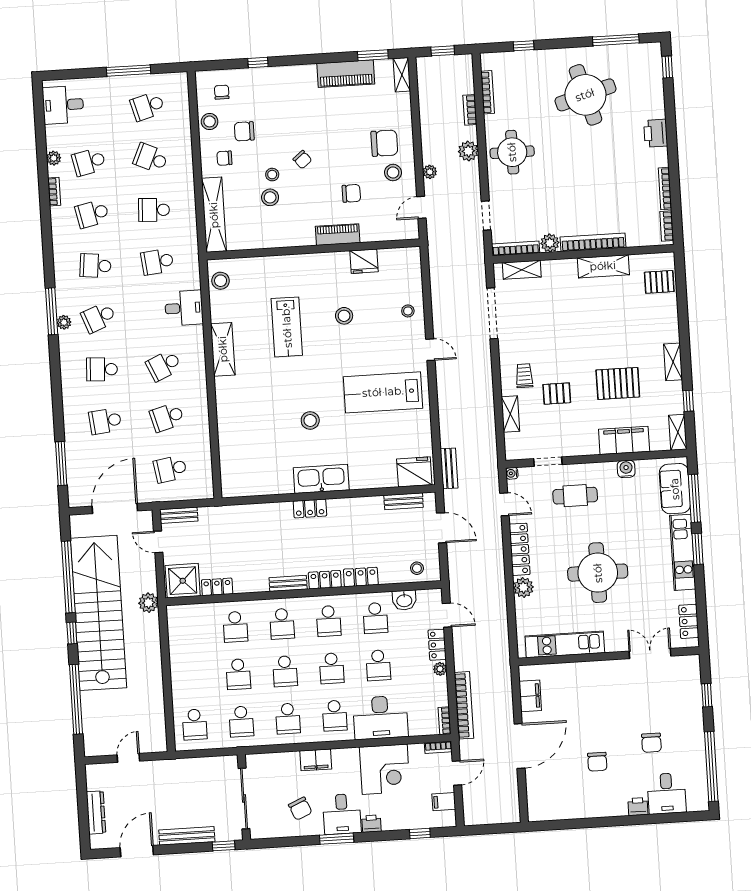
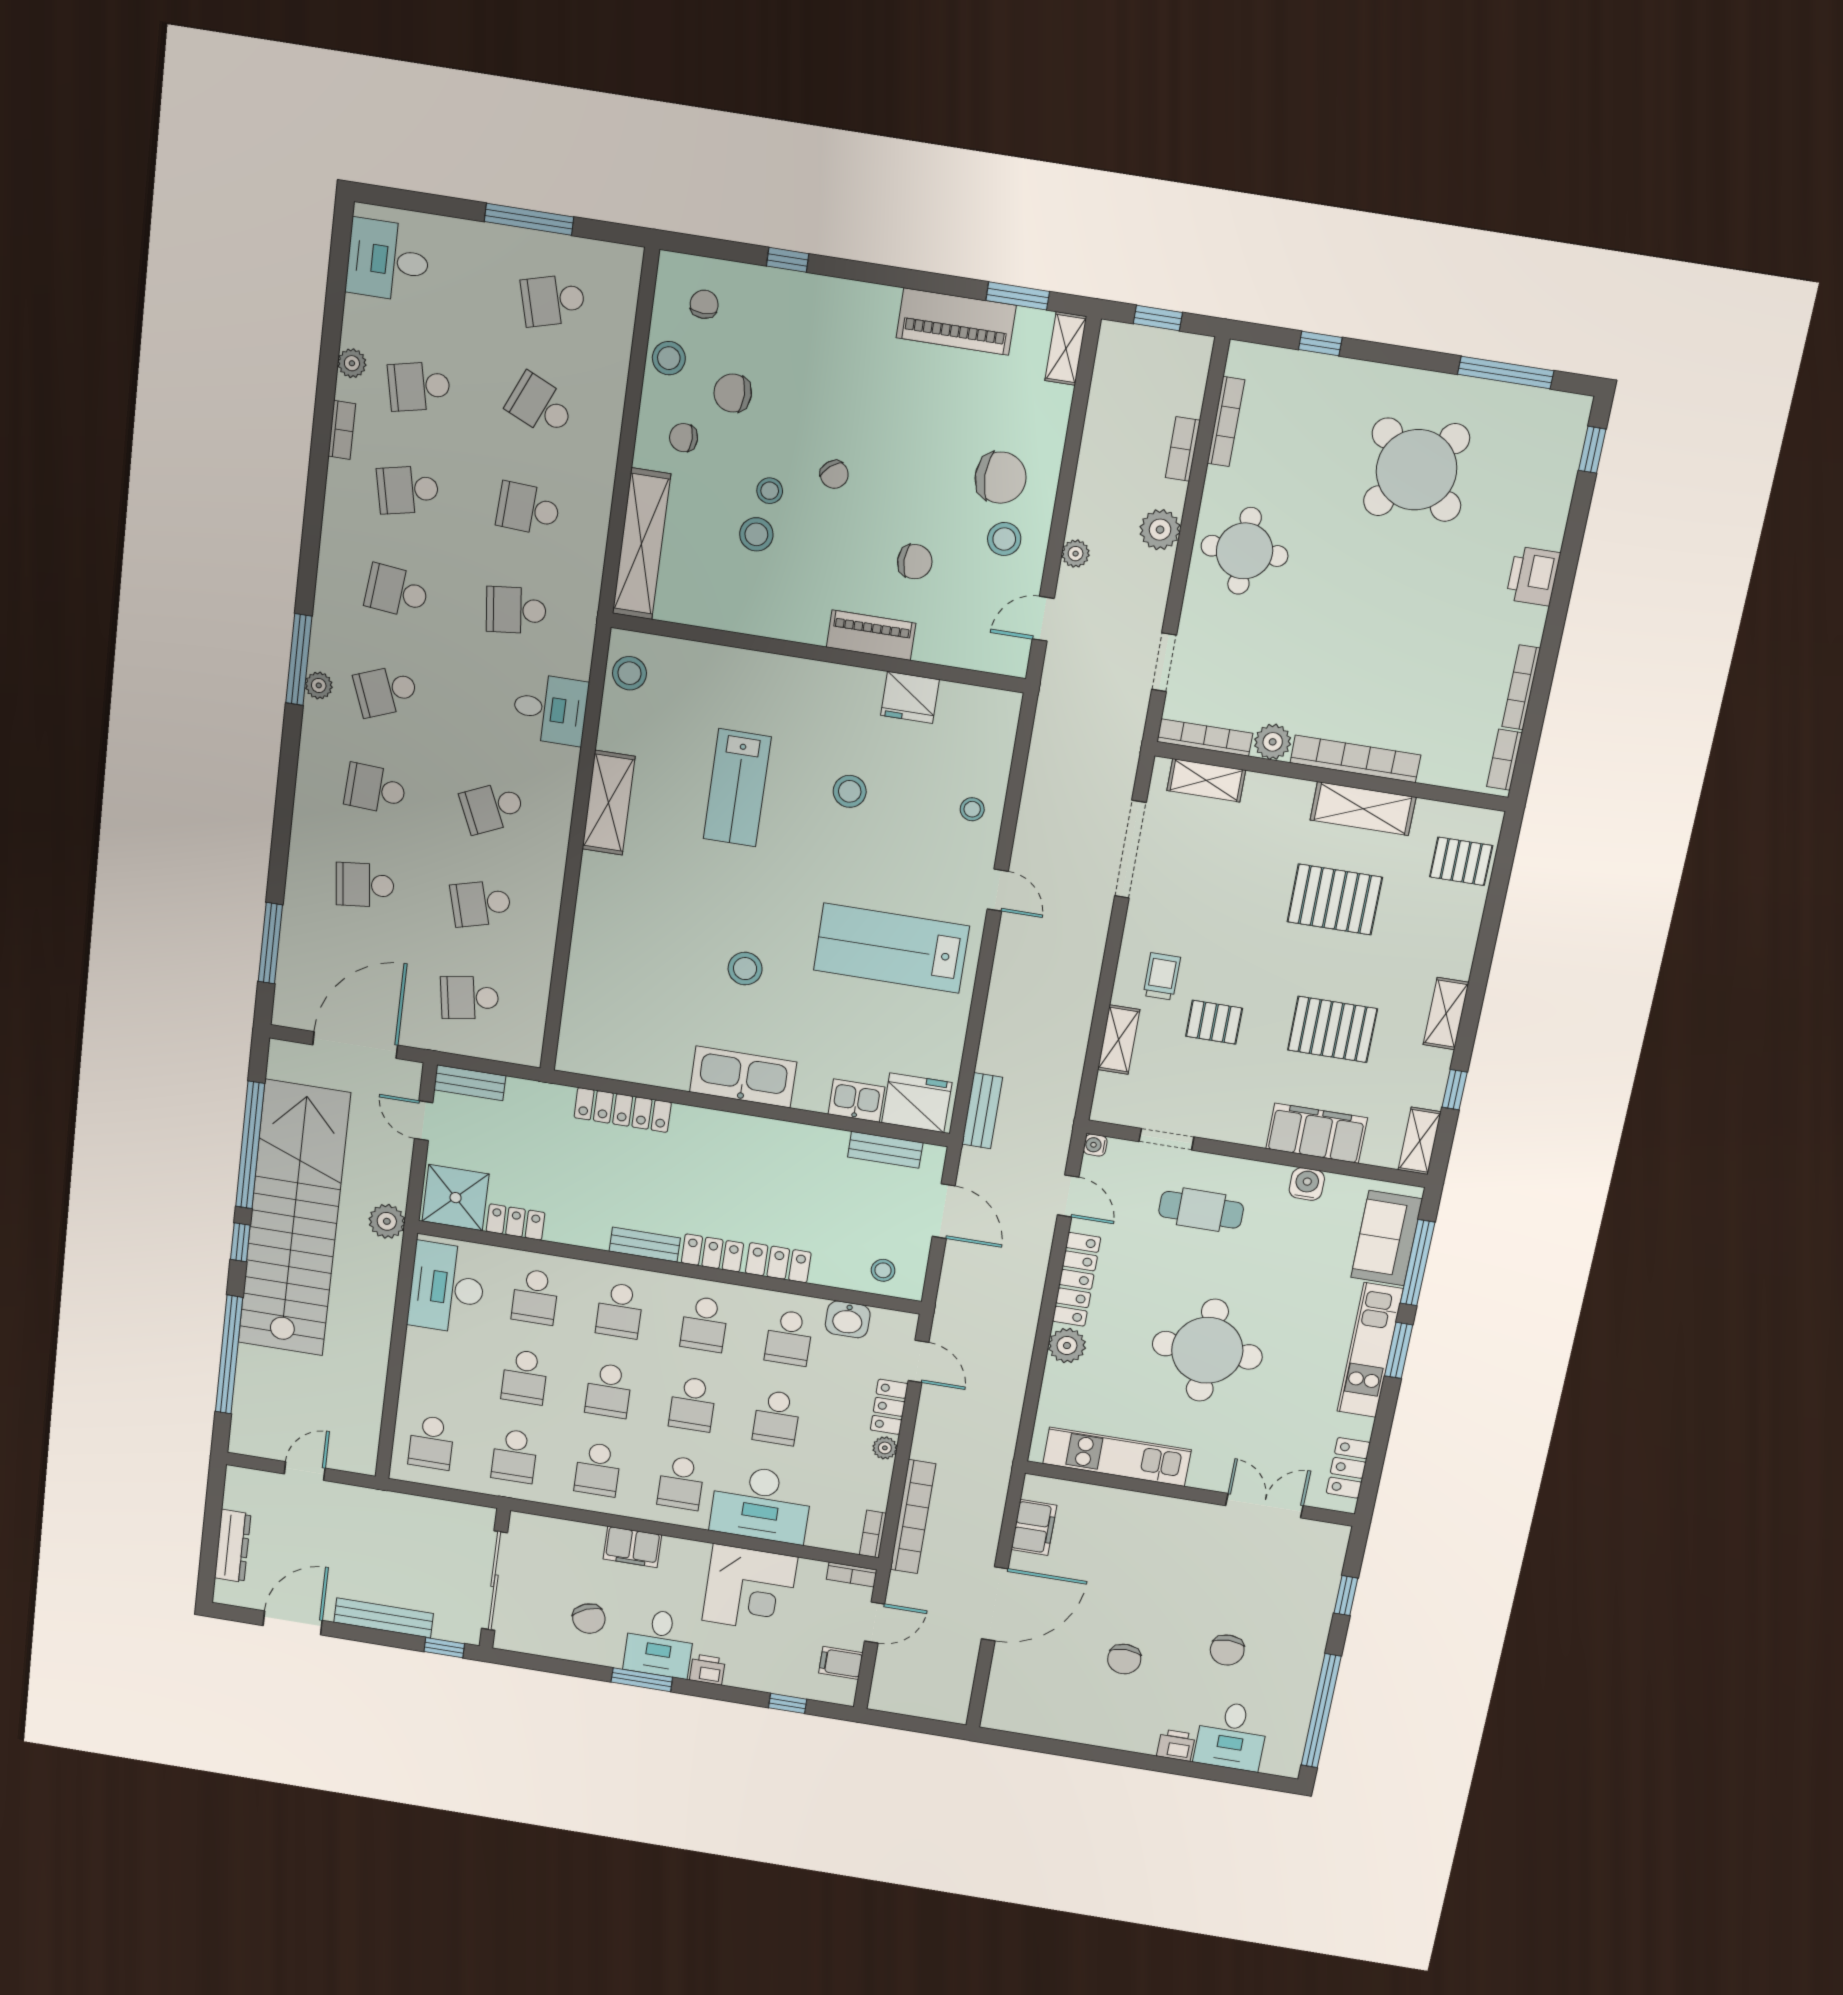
round table: (585, 95) -> (1417, 470), turned -33
pallet: (601, 316) -> (1335, 900), added
kitchen sink: (383, 478) -> (856, 1101), added
locker: (310, 508) -> (623, 1110), moved, width x1.53
desk: (187, 633) -> (447, 1288), added

